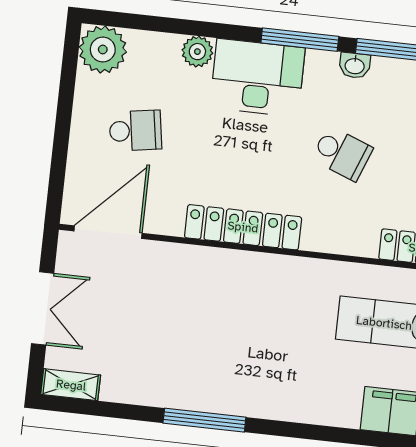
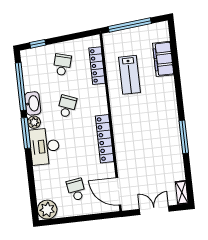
plant: (197, 52) -> (34, 122), moved
washbasin: (355, 65) -> (33, 103), width x1.91, depth x1.45

